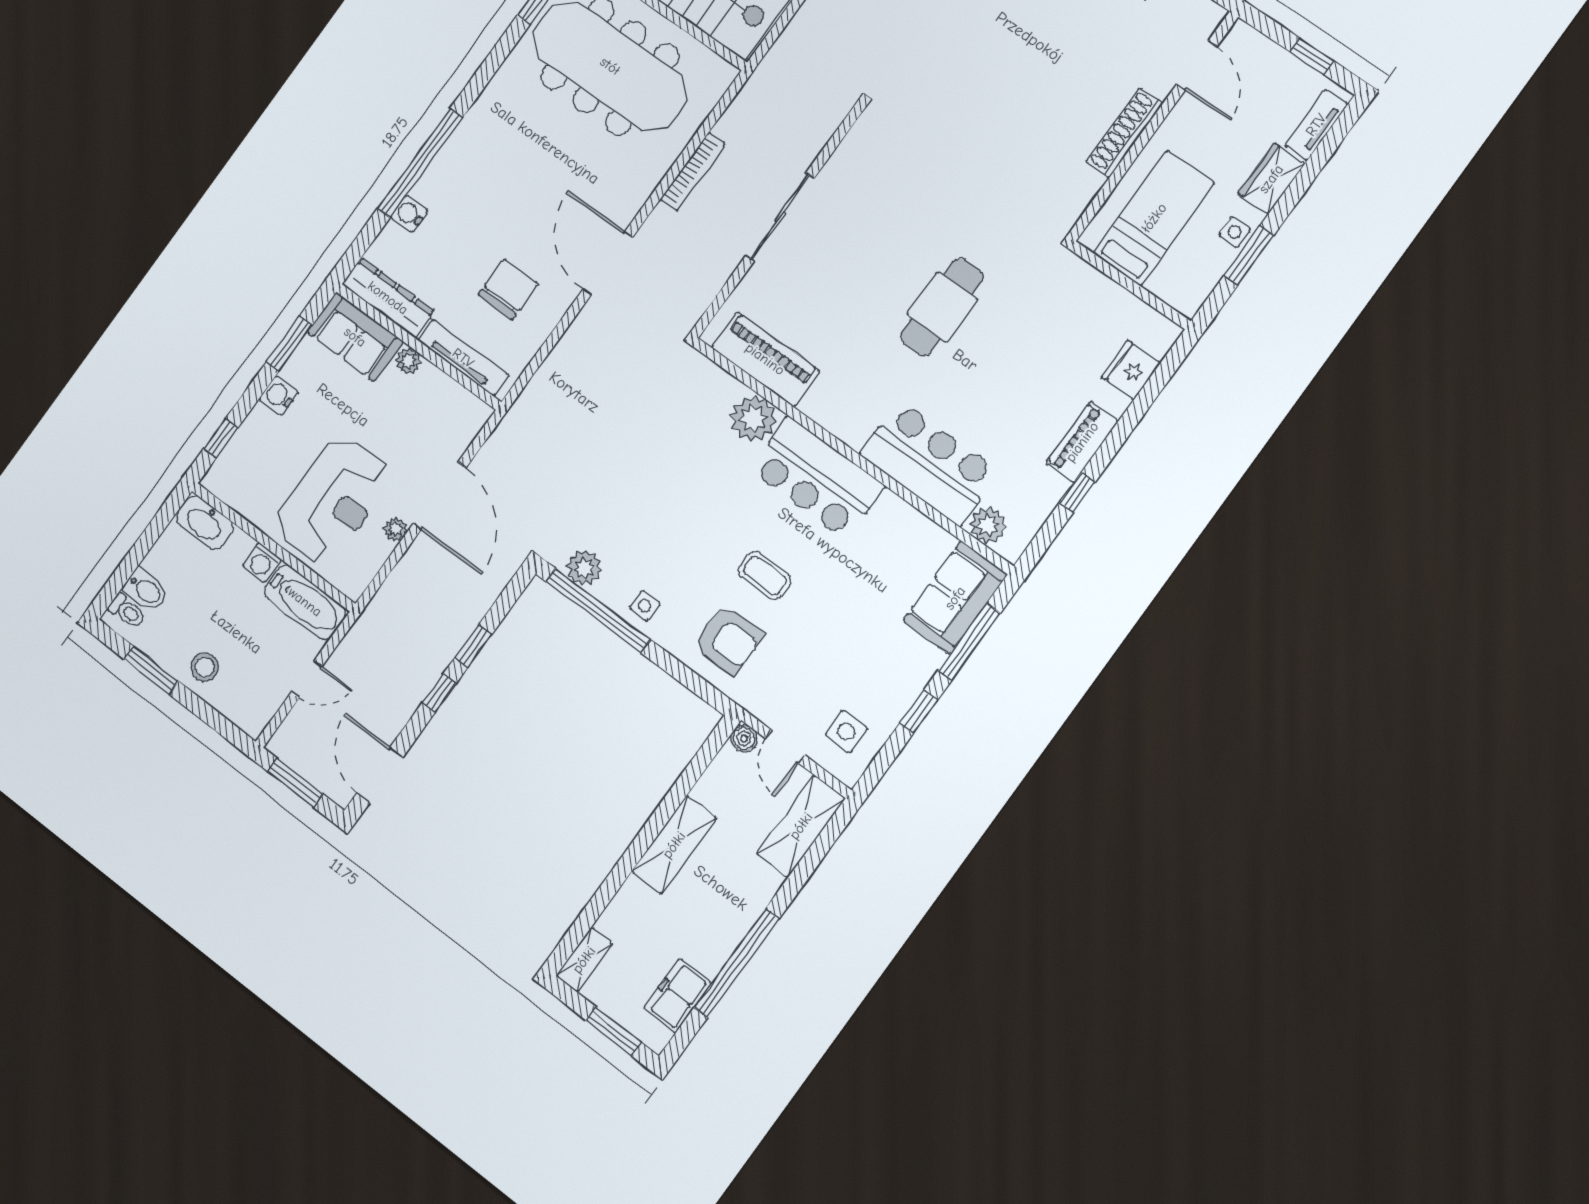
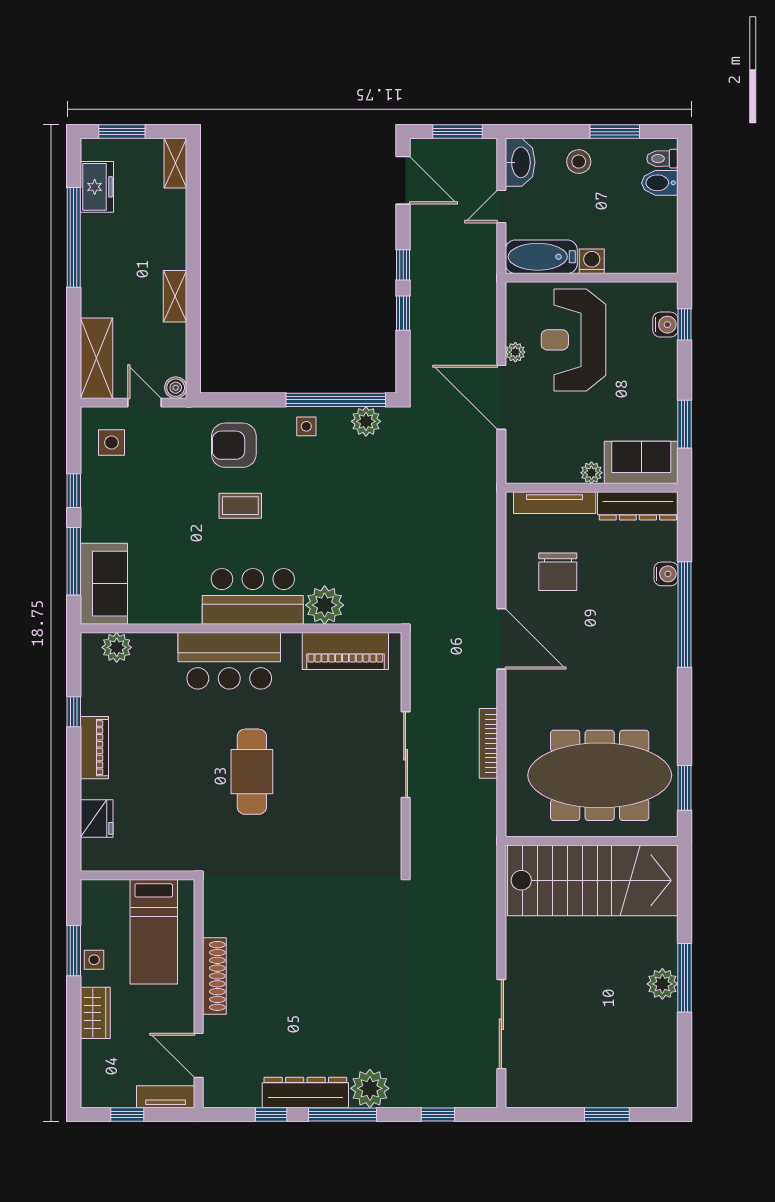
tv unit: (1316, 125) -> (166, 1097), moved, turned -90
water cooler: (279, 396) -> (665, 325), moved
bar counter: (929, 463) -> (229, 661), moved
washbasin: (205, 522) -> (520, 162), moved, turned 90
shelving: (674, 845) -> (175, 296), width x0.67, depth x0.75

